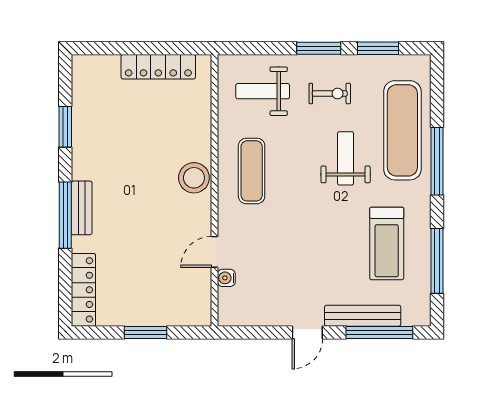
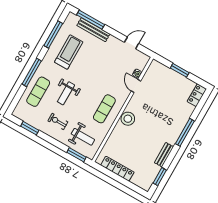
window: (319, 48) -> (76, 155), moved
window: (65, 127) -> (160, 177), moved
exercise mat: (402, 130) -> (38, 92), width x0.73, depth x0.69
bench: (82, 208) -> (164, 155), moved
door: (215, 252) -> (136, 86), swing flipped
locker: (83, 290) -> (197, 95), width x0.66
door: (307, 332) -> (132, 43), moved

